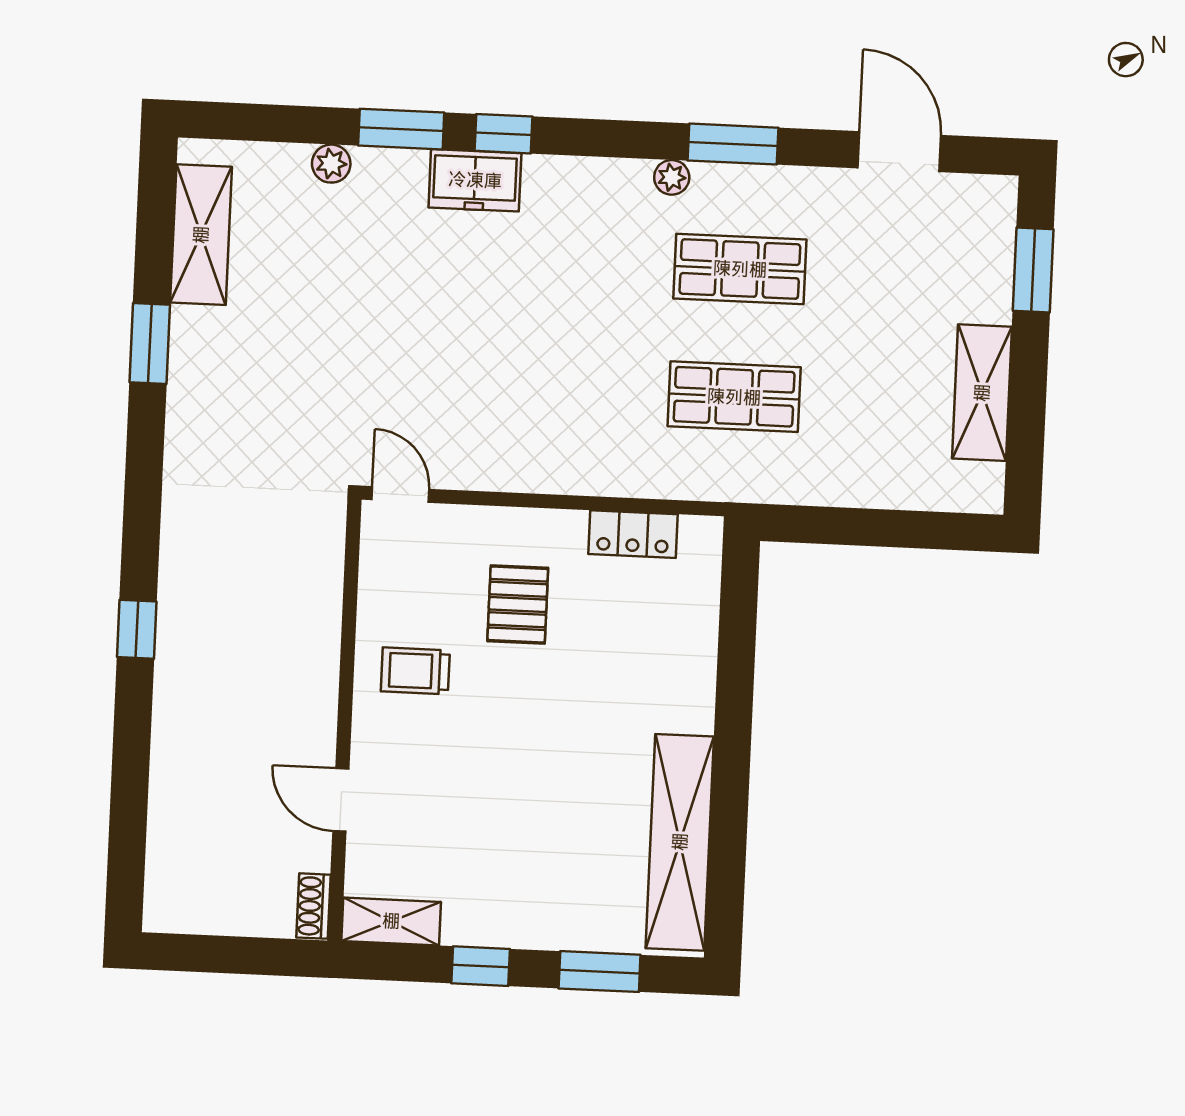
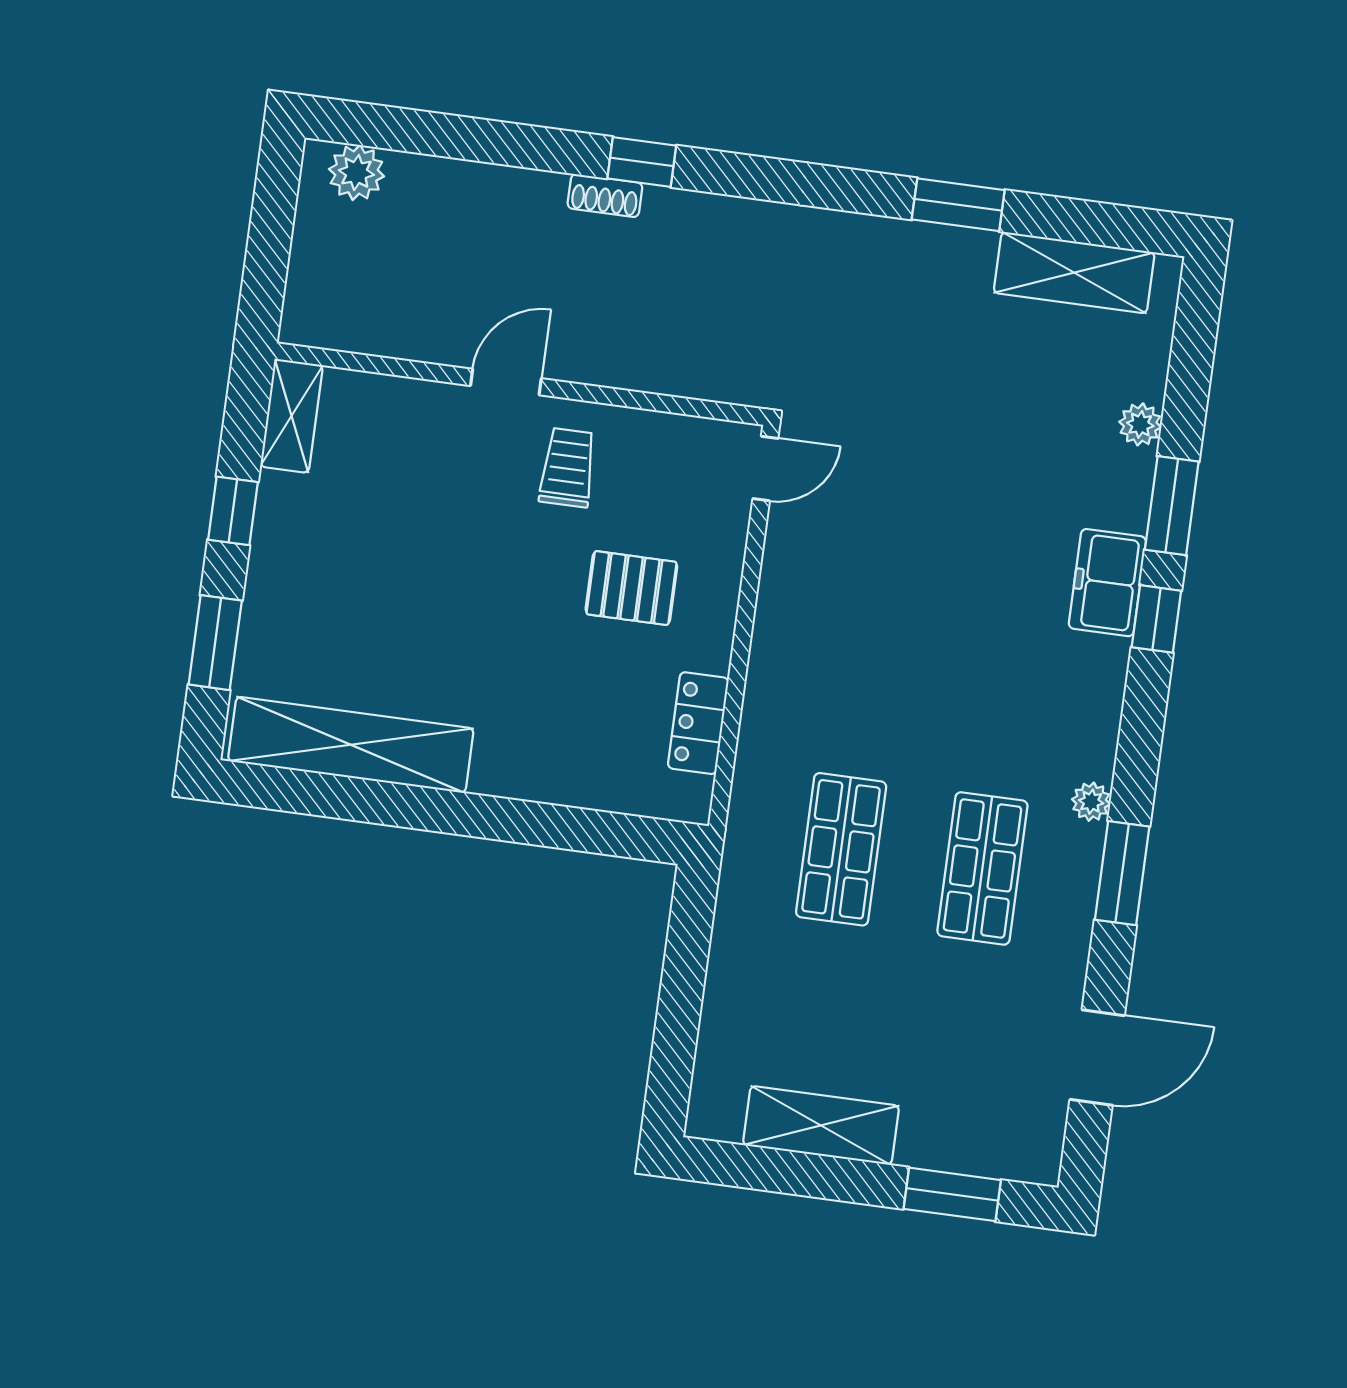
door: (341, 800) -> (506, 382), moved
plant: (169, 883) -> (356, 173), added
shoe rack: (313, 906) -> (605, 196), moved, turned 180

